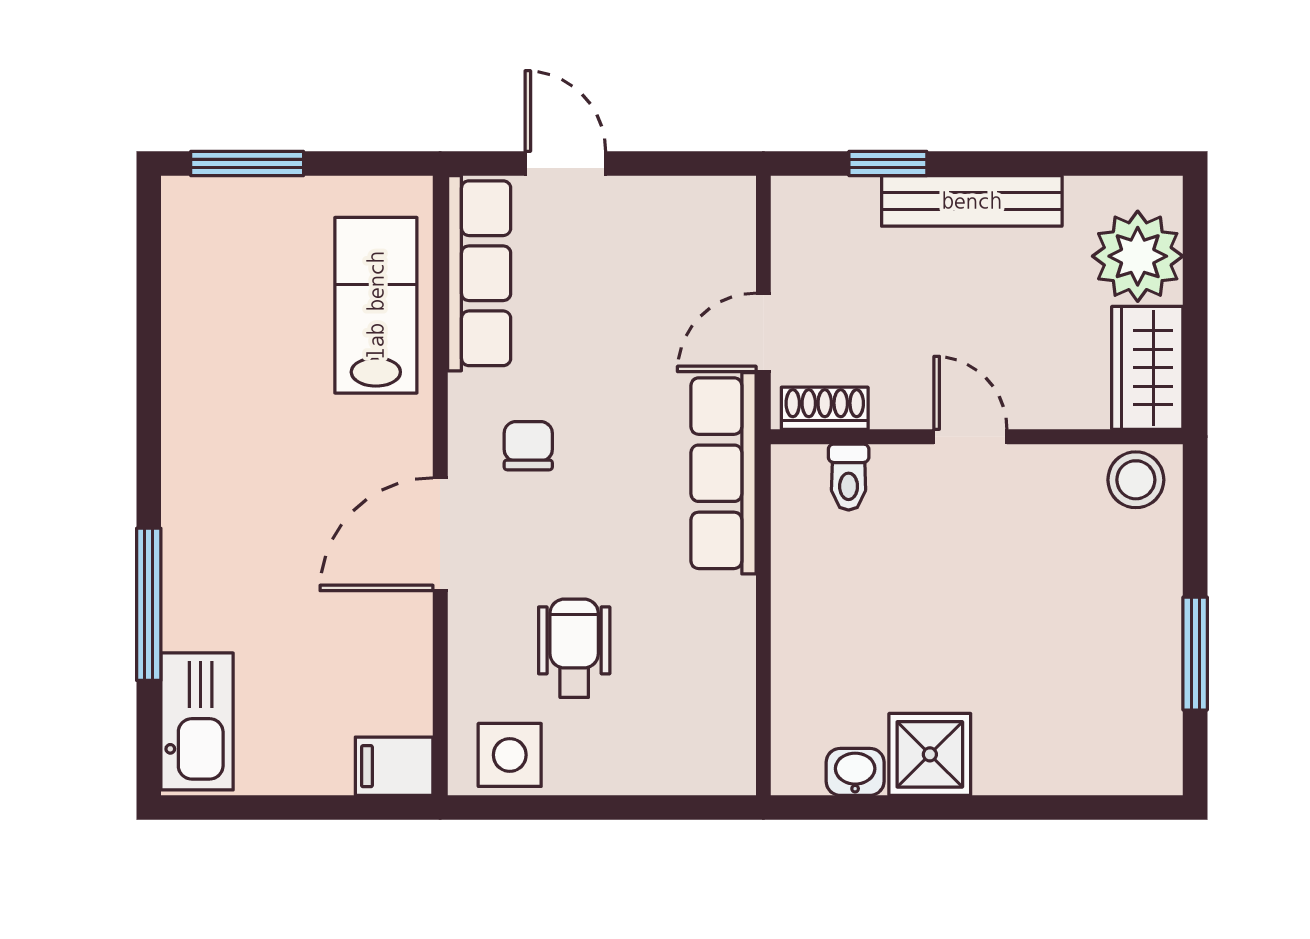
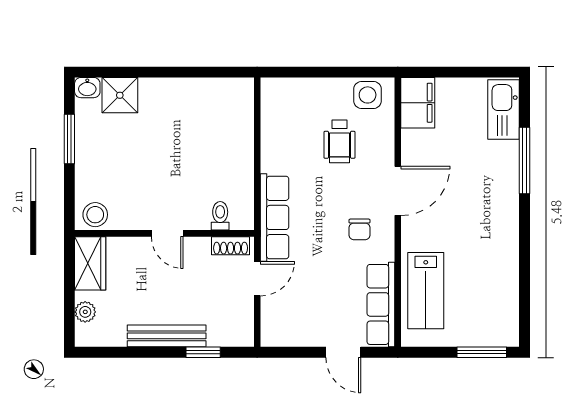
plant: (1138, 256) -> (85, 312), width x0.53, depth x0.53
shower: (930, 754) -> (120, 95), moved
filing cabinet: (394, 766) -> (418, 103), width x2.00
washbasin: (855, 772) -> (87, 88), moved

